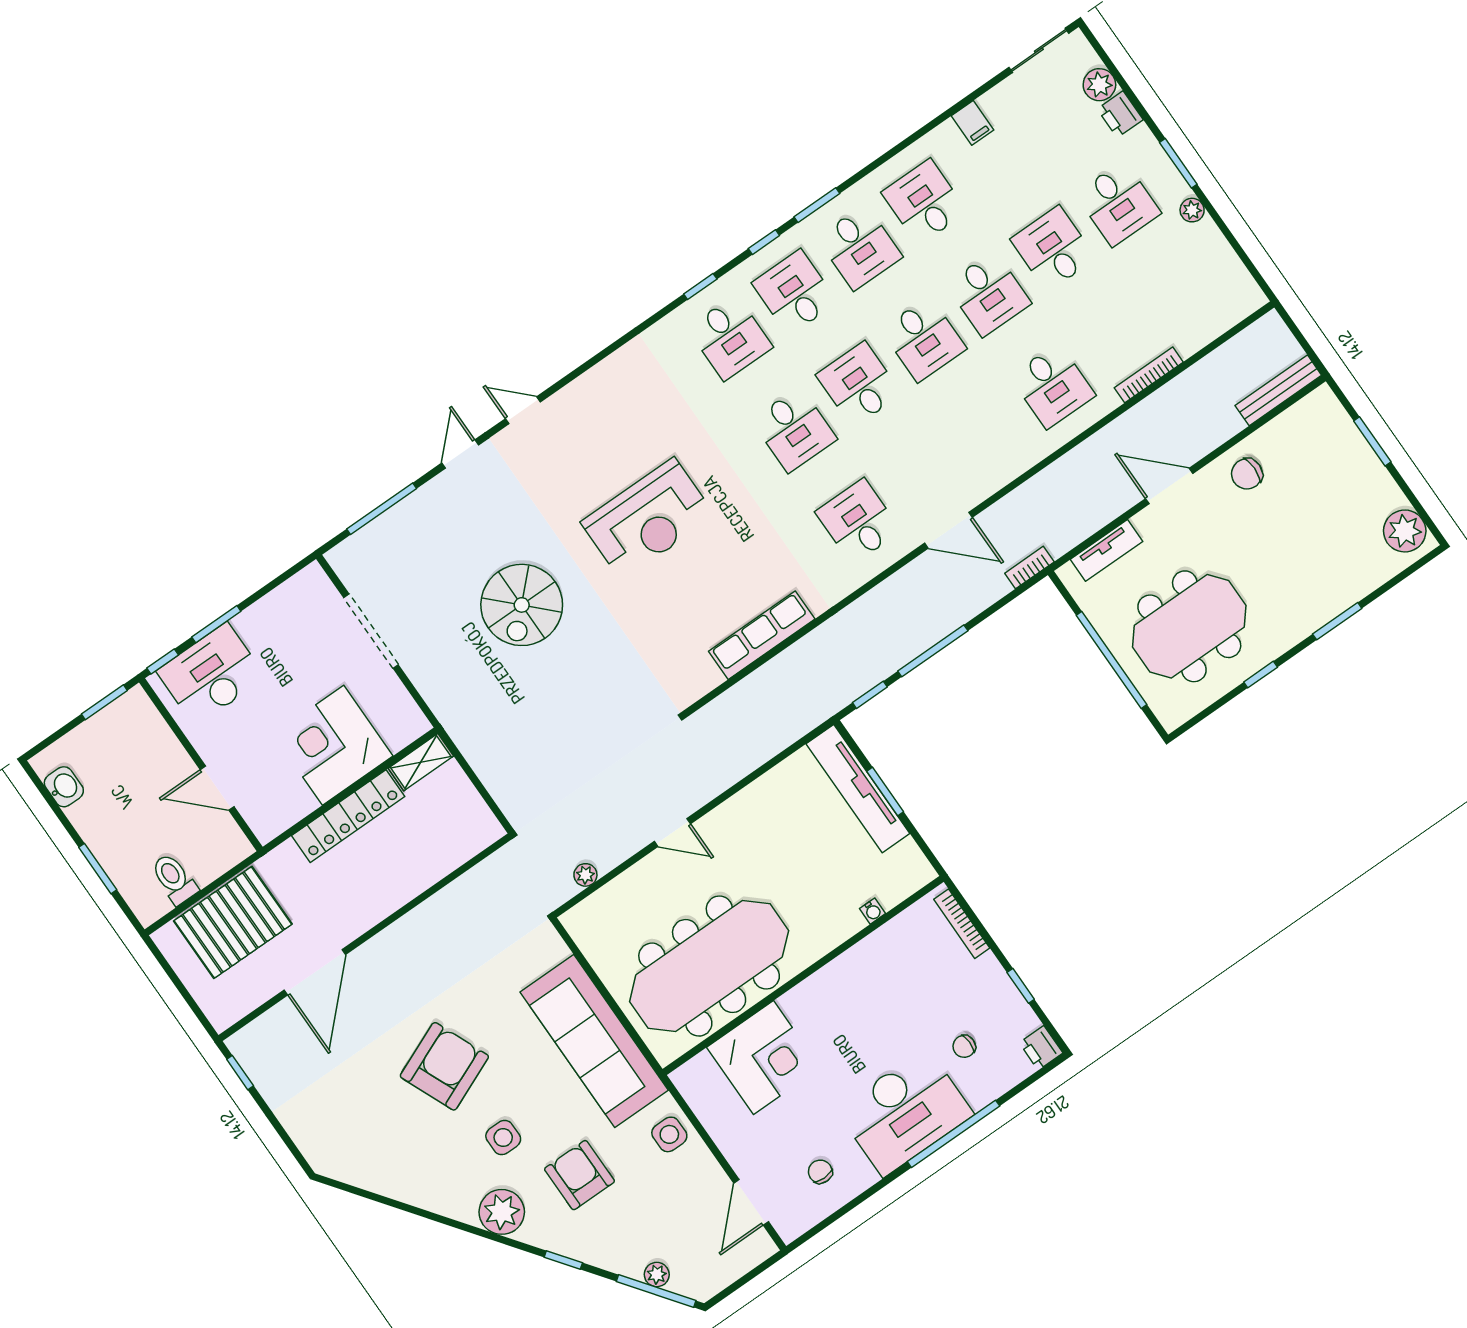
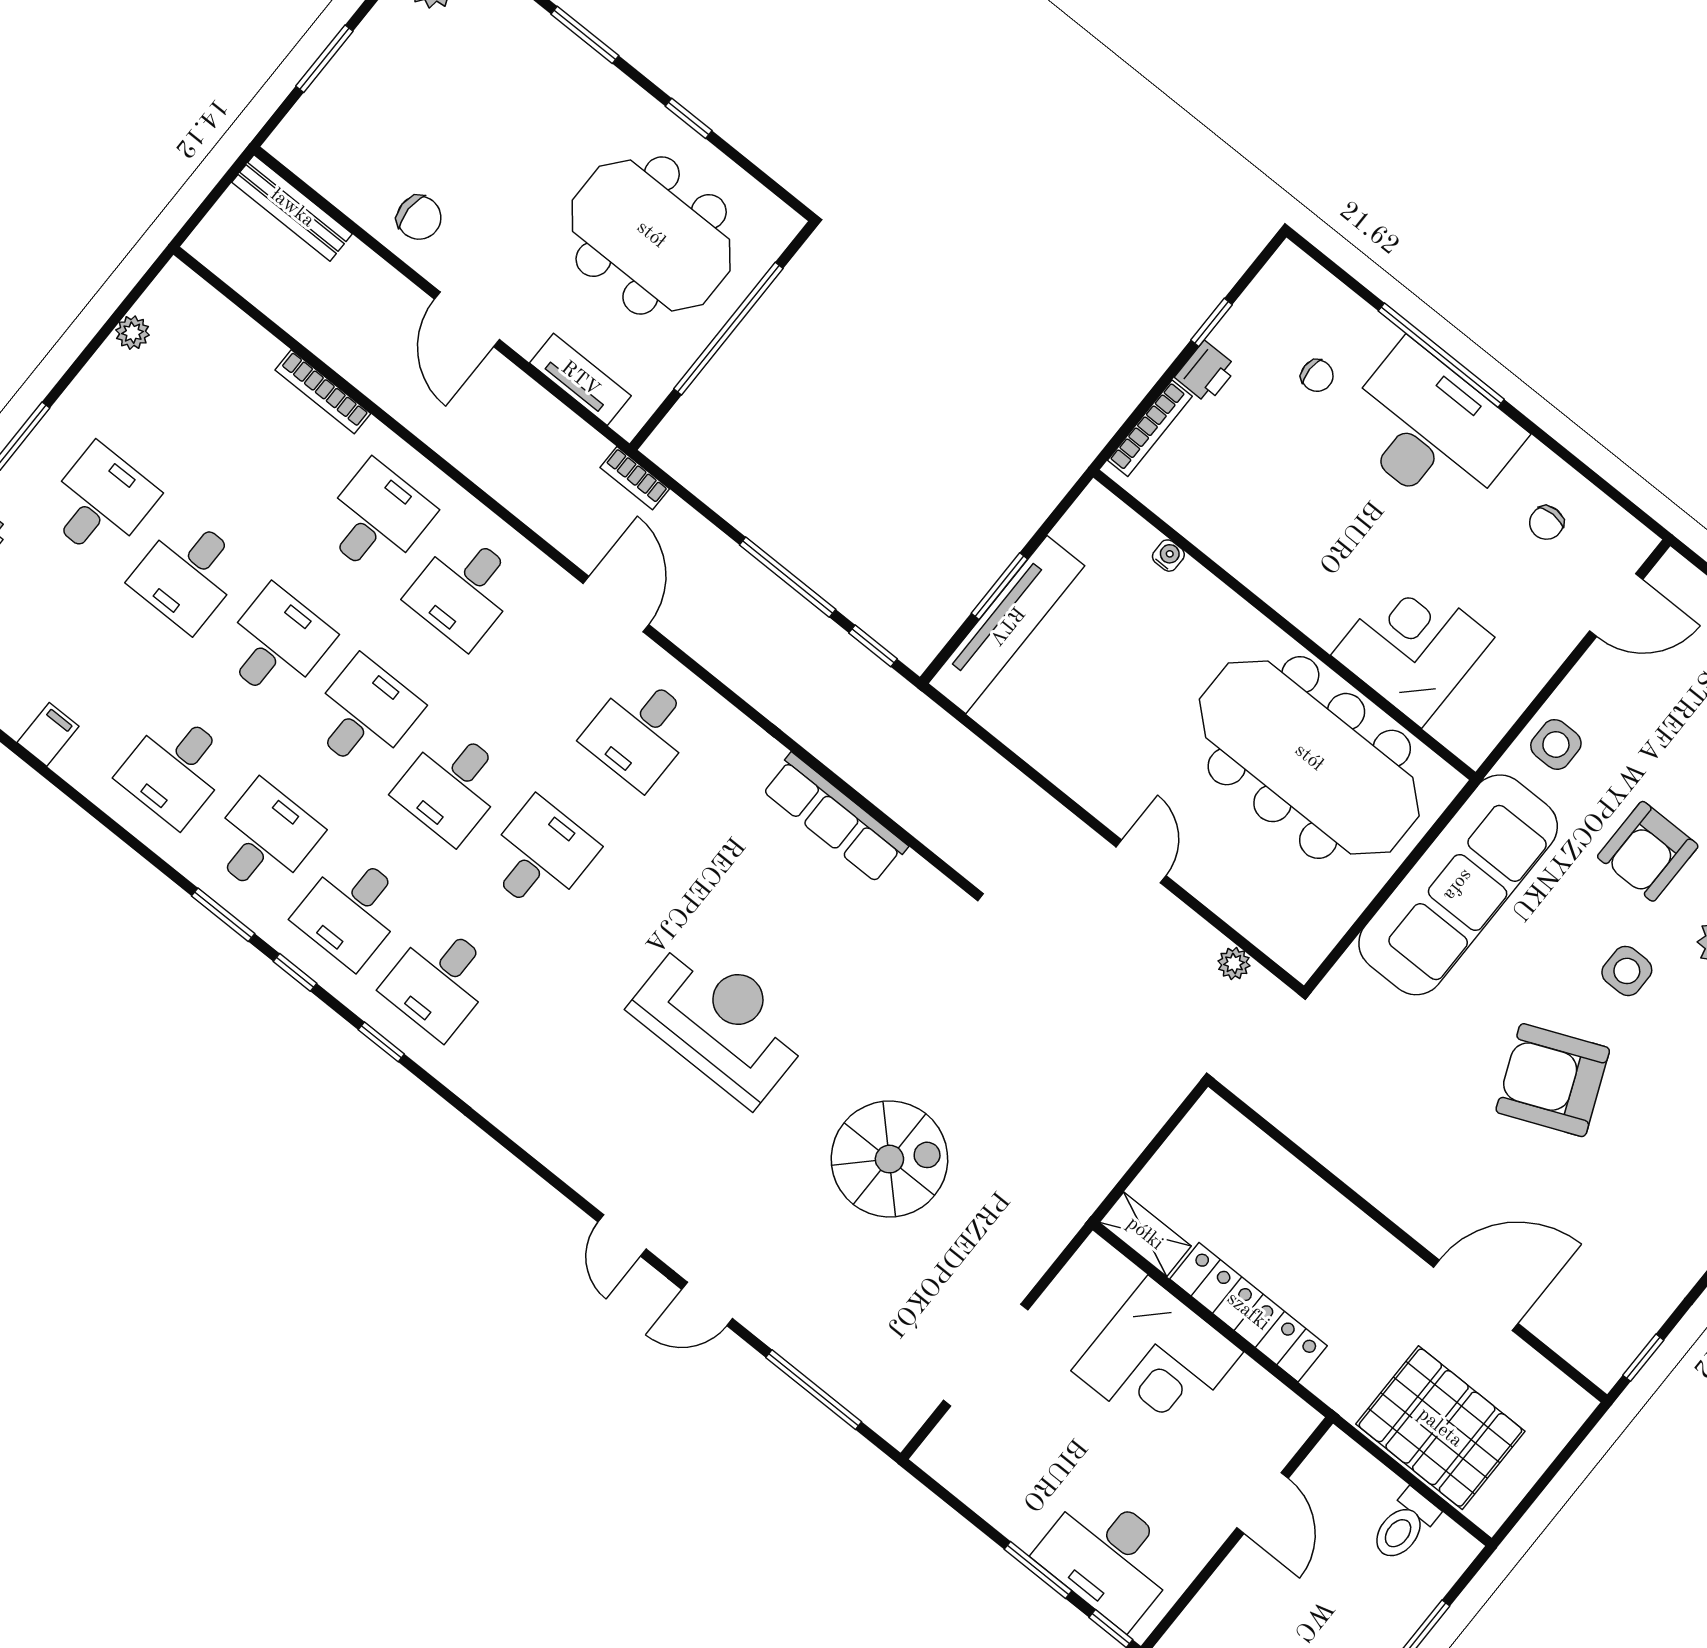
plant: (1192, 210) -> (133, 333), moved
desk: (730, 338) -> (440, 981), turned 180
desk: (988, 431) -> (464, 590), added
printer: (1041, 1048) -> (1206, 372), moved

